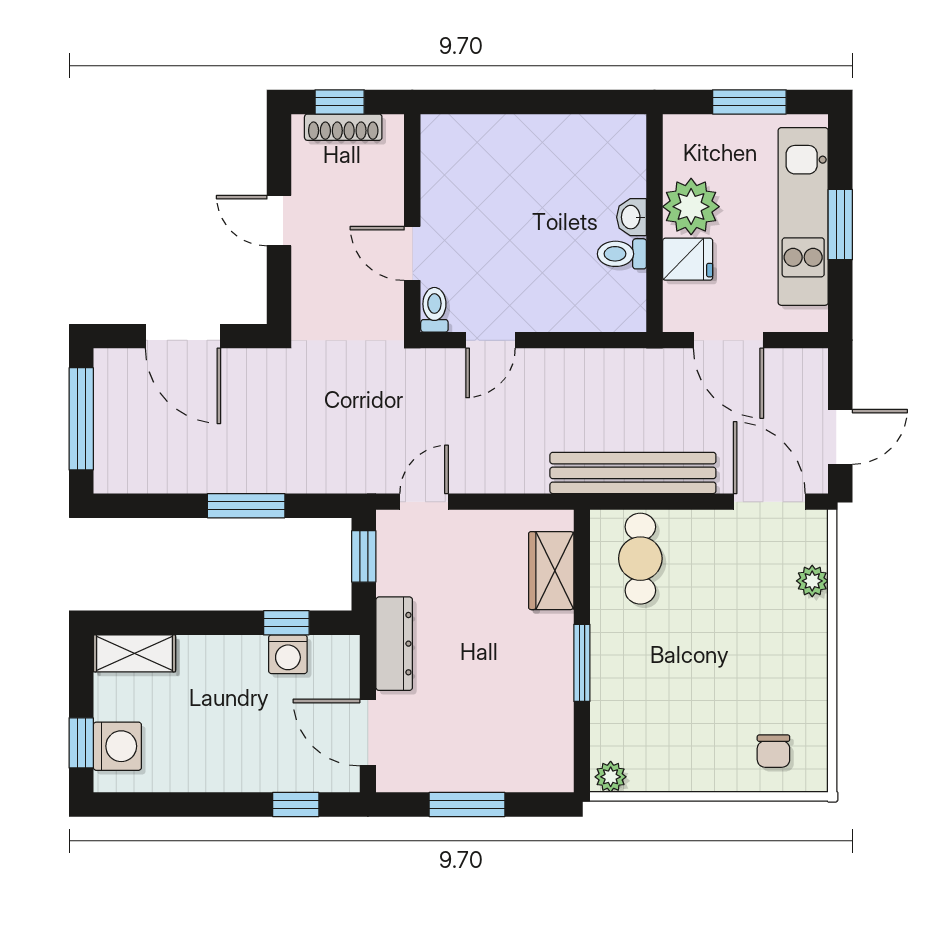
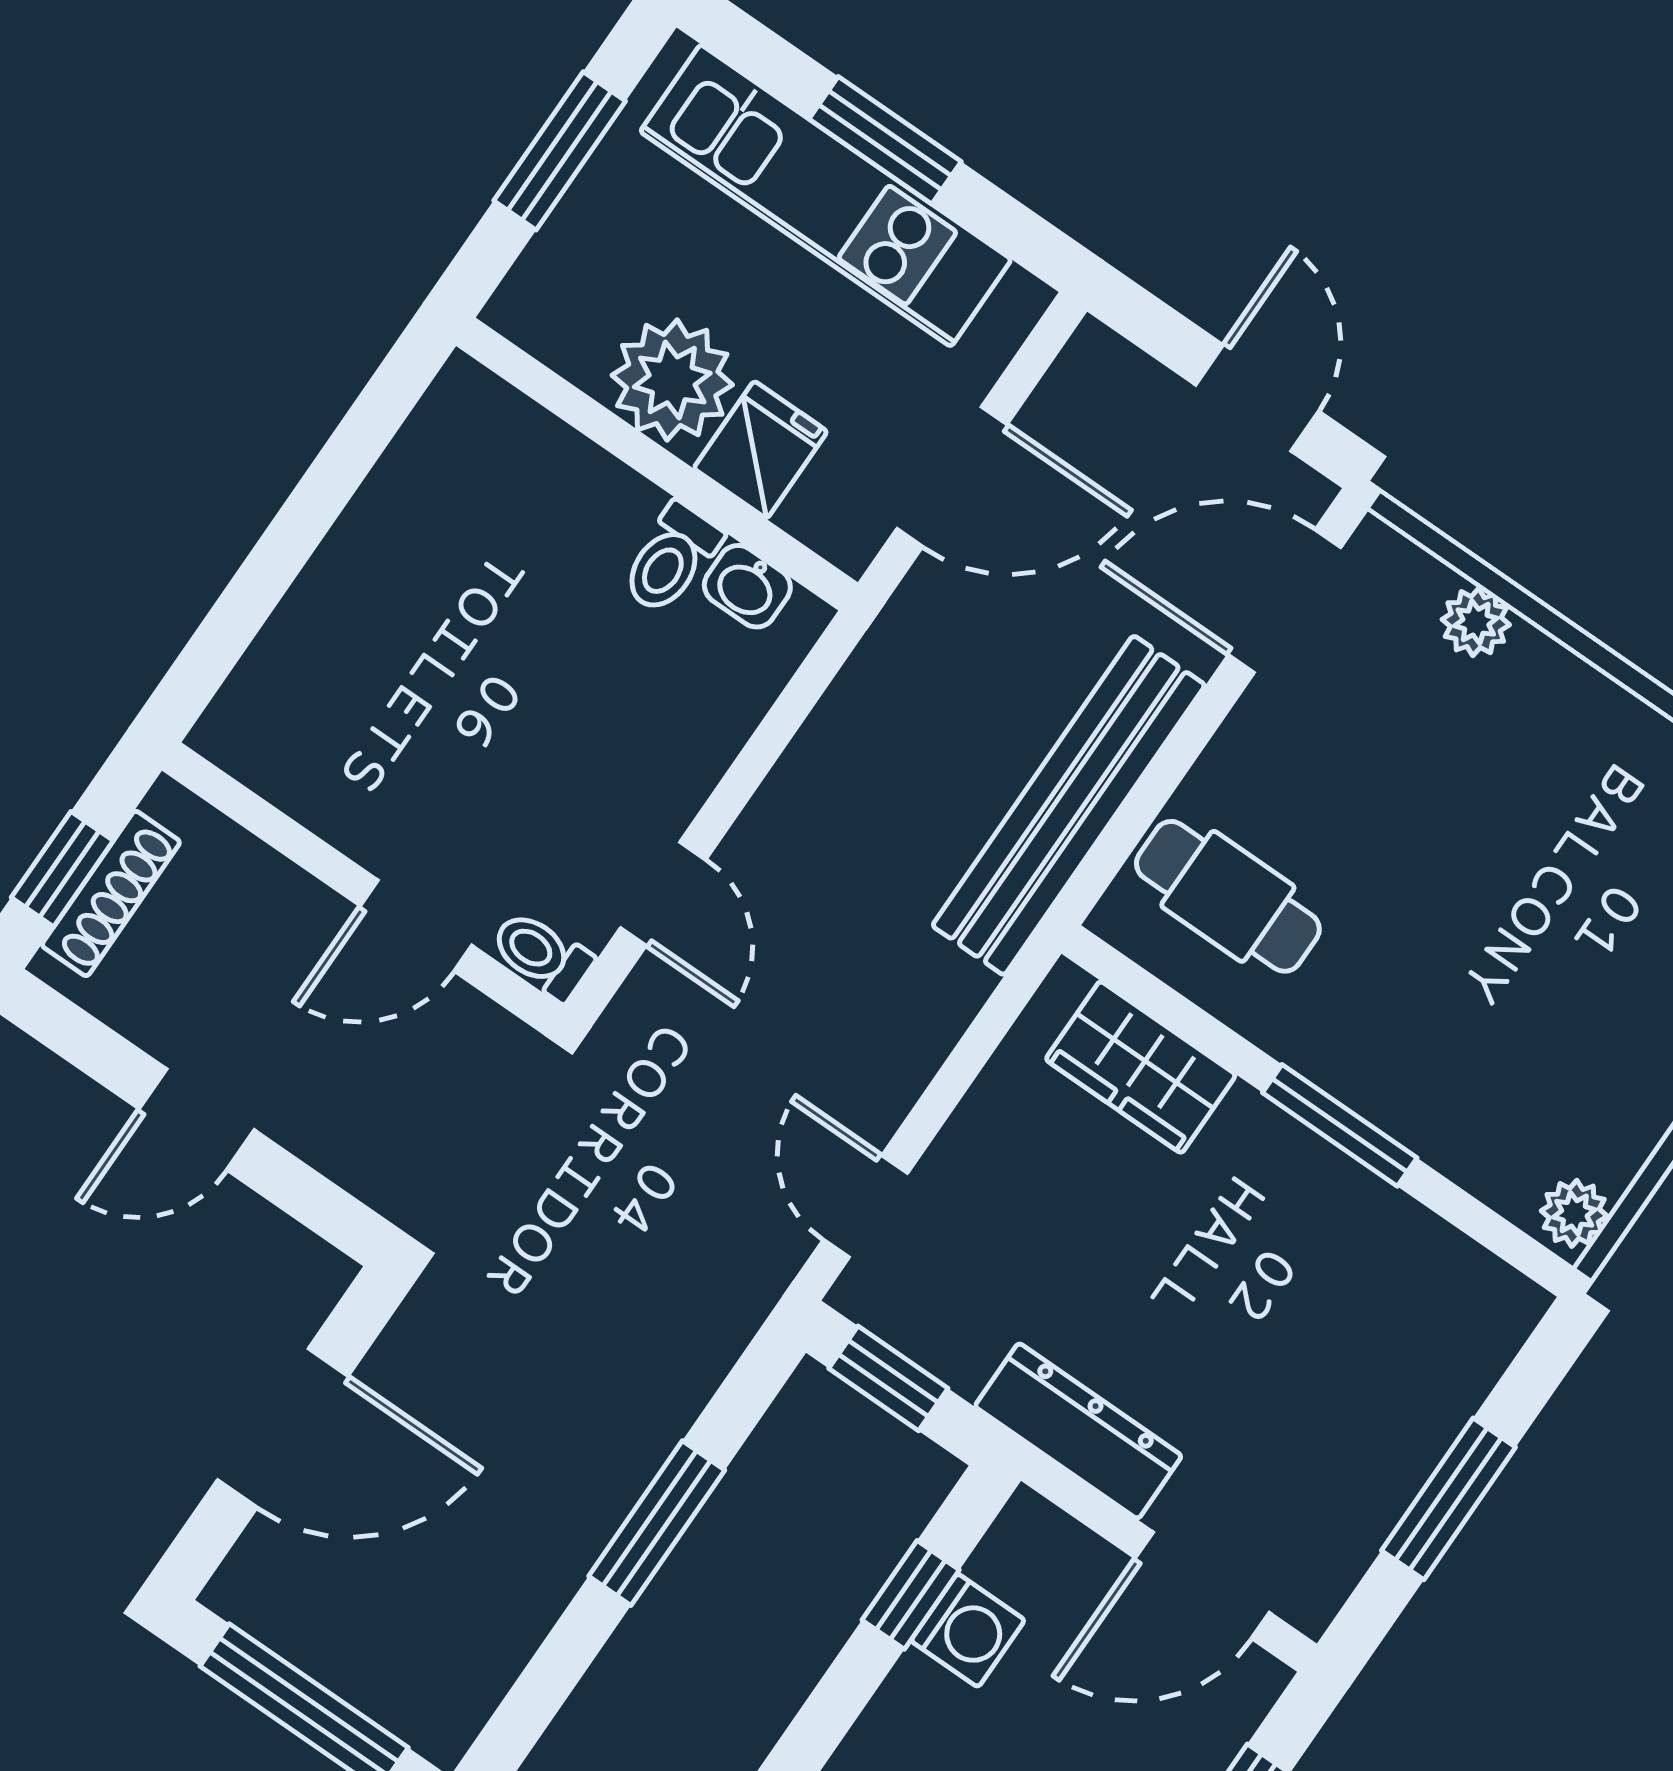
washbasin: (632, 217) -> (747, 586), moved

